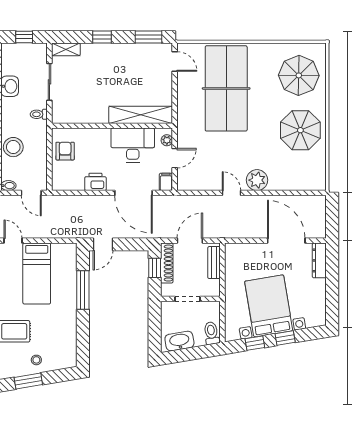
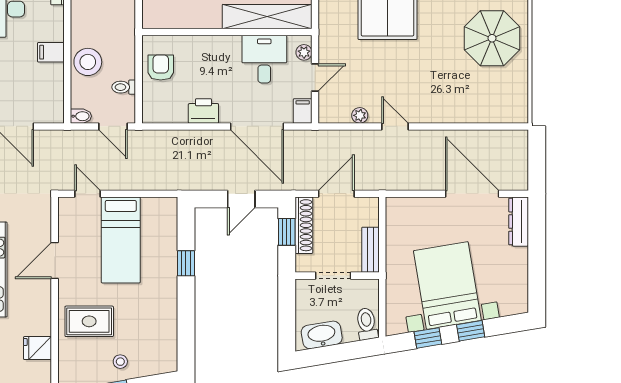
toilet: (39, 114) -> (124, 87), moved
desk: (133, 145) -> (264, 59), width x0.73
plant: (257, 180) -> (360, 115), moved, width x0.53, depth x0.53
door: (103, 244) -> (241, 199), moved
bench: (214, 263) -> (370, 250), moved
window: (83, 290) -> (186, 263), width x0.46

